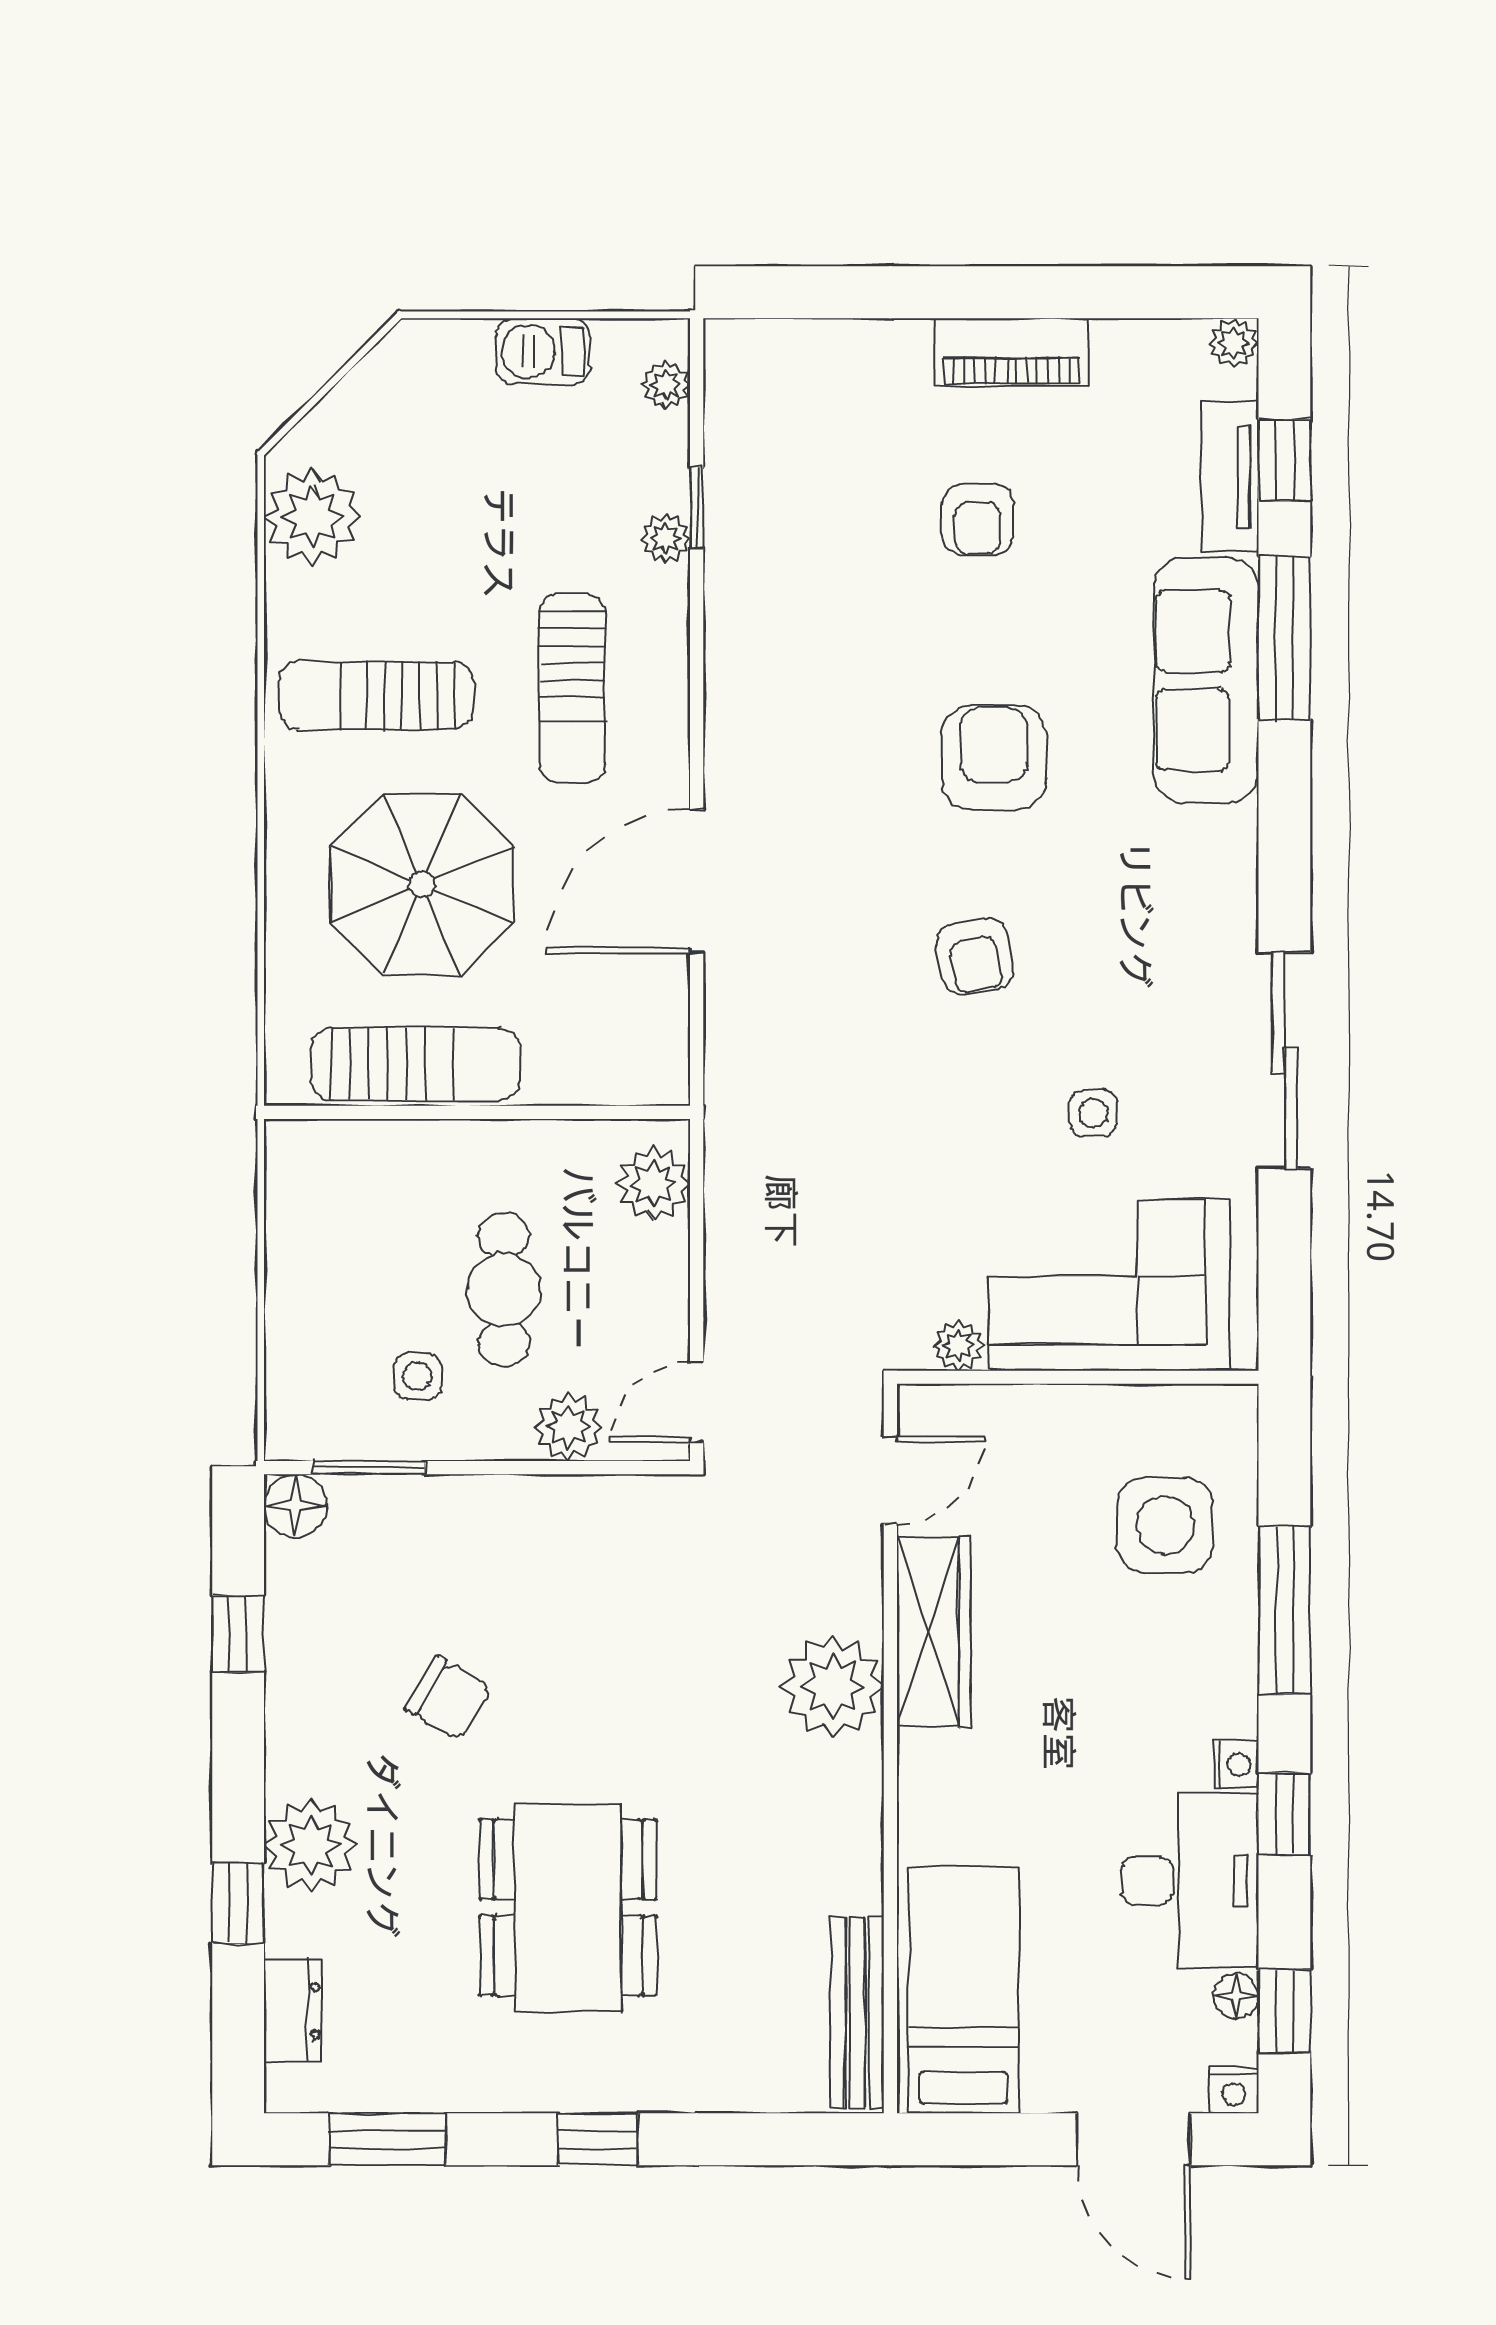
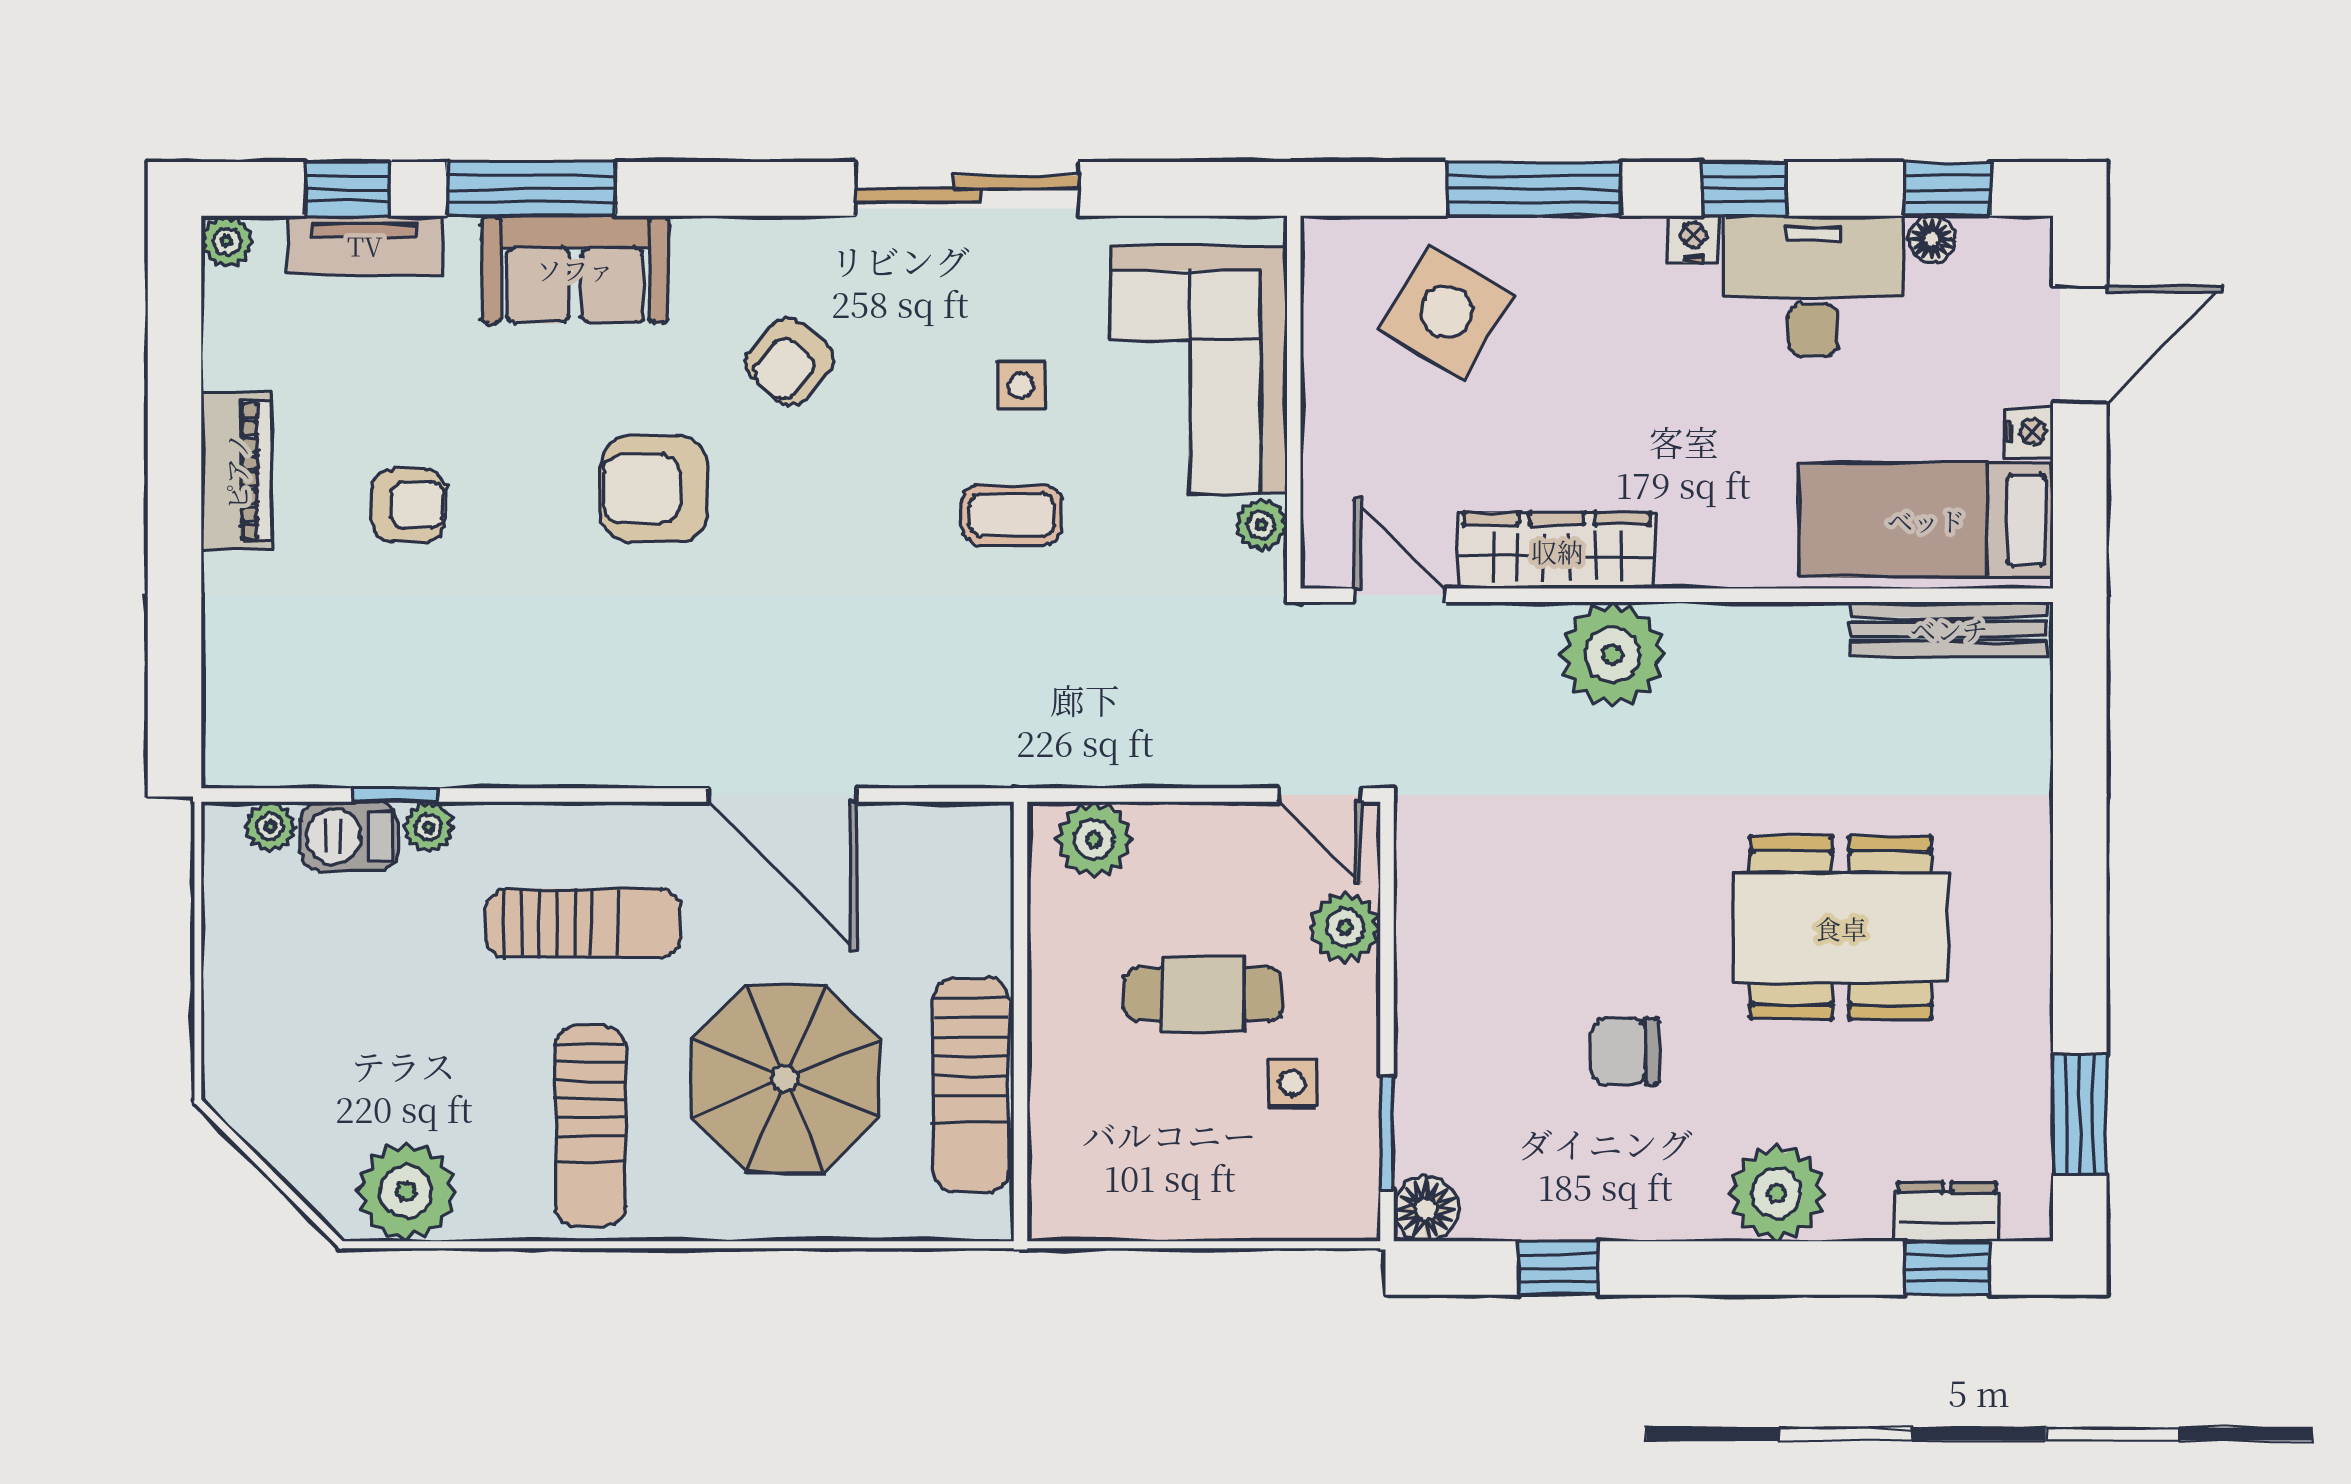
barbecue: (543, 352) -> (349, 836), moved, turned 90
sofa: (1206, 681) -> (575, 269), width x0.73
armchair: (975, 956) -> (790, 362), moved, turned 140
sun lounger: (416, 1064) -> (971, 1085), turned 180
coffee table: (968, 1104) -> (1012, 515), added
side table: (1165, 1525) -> (1446, 312), turned 31
chair: (448, 1699) -> (1625, 1051), turned -121
window: (238, 1903) -> (1947, 1268), moved
nightstand: (1234, 2090) -> (2029, 432), moved
window: (598, 2139) -> (2080, 897), removed

